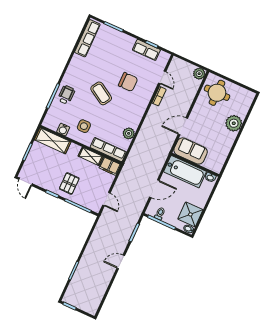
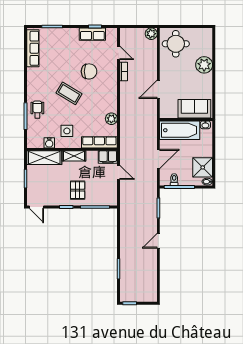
sofa: (191, 151) -> (194, 109), moved
shelving: (91, 156) -> (74, 156), moved
door: (106, 199) -> (119, 172), moved

